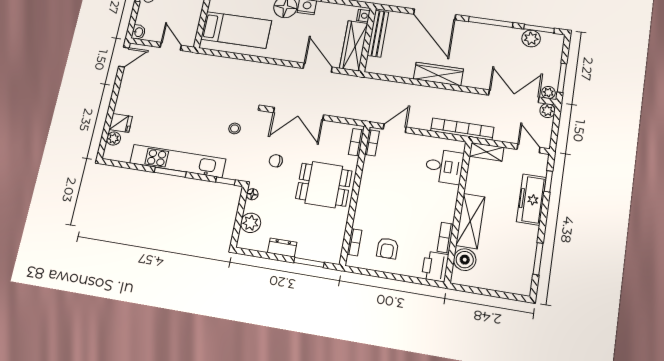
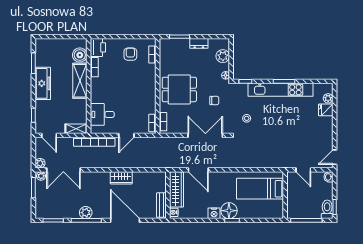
bench: (378, 34) -> (161, 205), width x0.73
plant: (531, 38) -> (86, 213), moved
wardrobe: (438, 74) -> (121, 178), width x0.67
door: (395, 128) -> (126, 135), moved
freezer: (531, 200) -> (43, 83), moved

